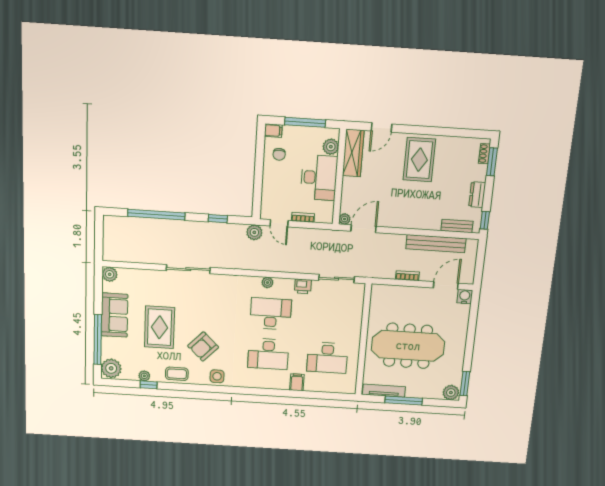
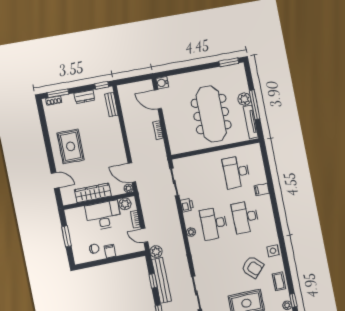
window: (305, 122) -> (66, 236), width x0.69
filing cabinet: (273, 131) -> (110, 251), moved
plant: (331, 147) -> (125, 204), moved
wardrobe: (353, 153) -> (93, 193), moved
rug: (419, 160) -> (71, 146), turned 90
door: (279, 223) -> (144, 235), swing flipped
bench: (436, 244) -> (161, 280), moved
desk: (268, 354) -> (245, 217), turned 180
desk: (327, 358) -> (236, 172), turned 180
plant: (451, 393) -> (244, 99), moved

